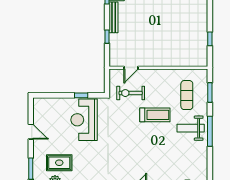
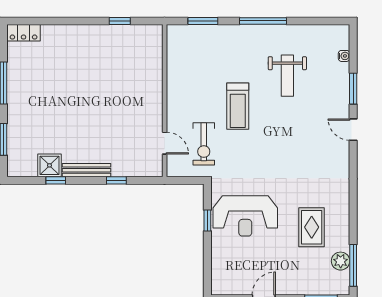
exercise mat: (187, 95) -> (207, 57), removed
treadmill: (155, 115) -> (238, 106), turned 180
weight bench: (191, 128) -> (287, 76), moved
rug: (59, 163) -> (312, 227), moved

